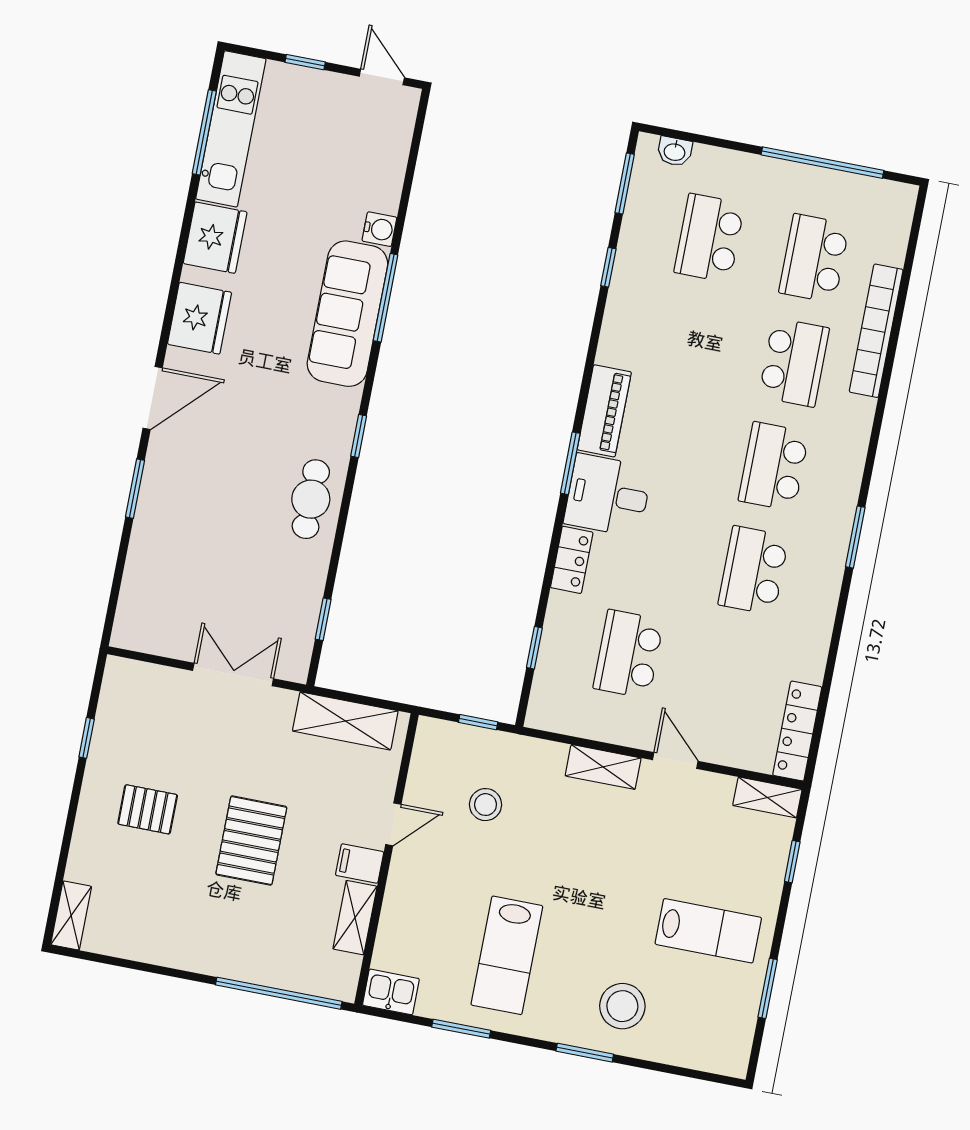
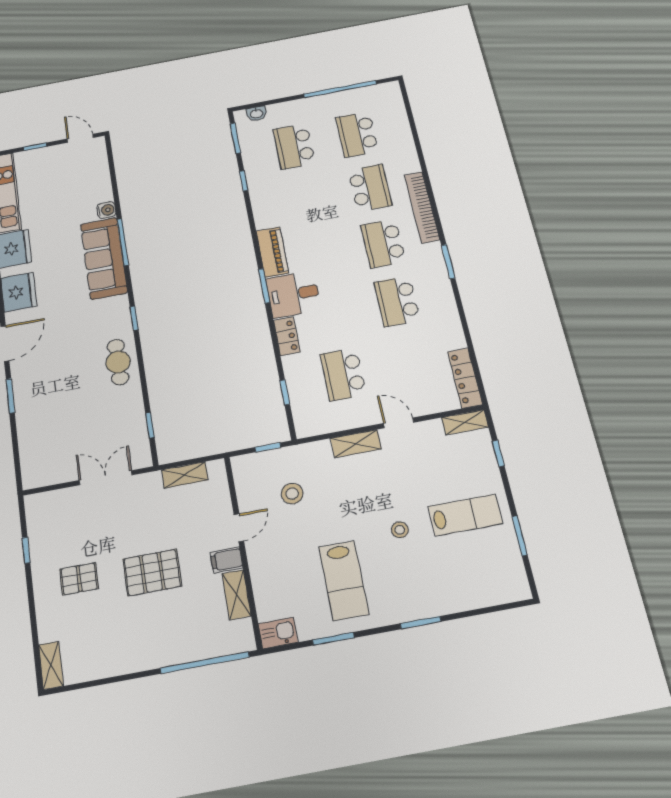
bookcase: (876, 331) -> (422, 207), moved
shelving: (345, 721) -> (185, 475), width x0.67, depth x0.75
pallet: (251, 841) -> (152, 572), turned 90
stool: (622, 1006) -> (400, 530), moved, width x0.53, depth x0.53

